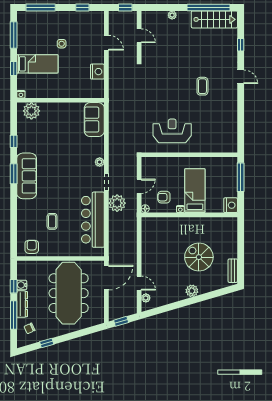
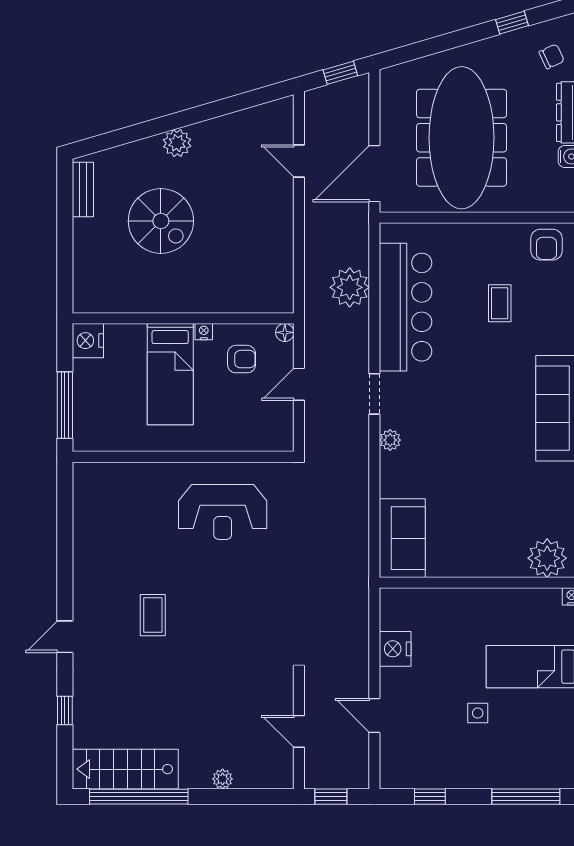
door: (241, 77) -> (65, 637), hinge flipped
plant: (117, 203) -> (350, 287), moved
plant: (146, 298) -> (284, 127), removed

